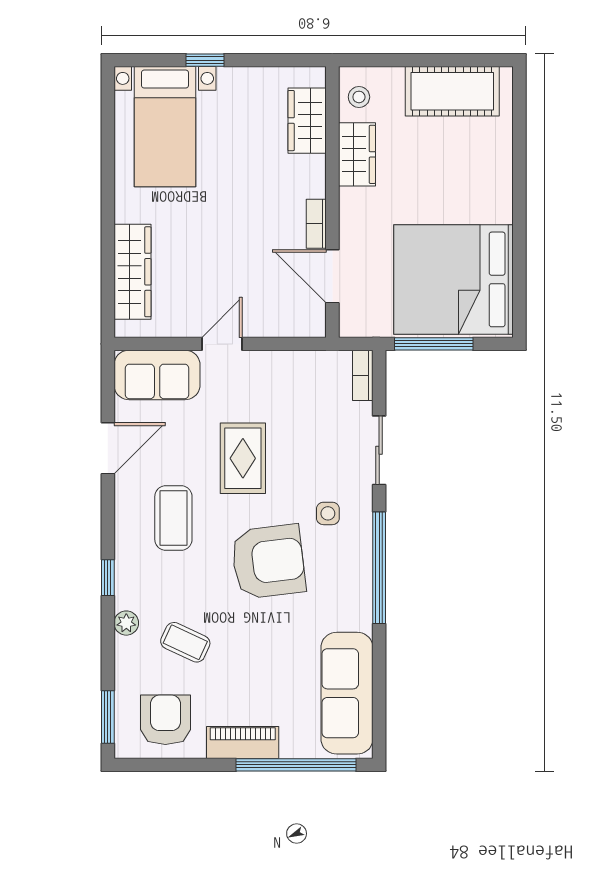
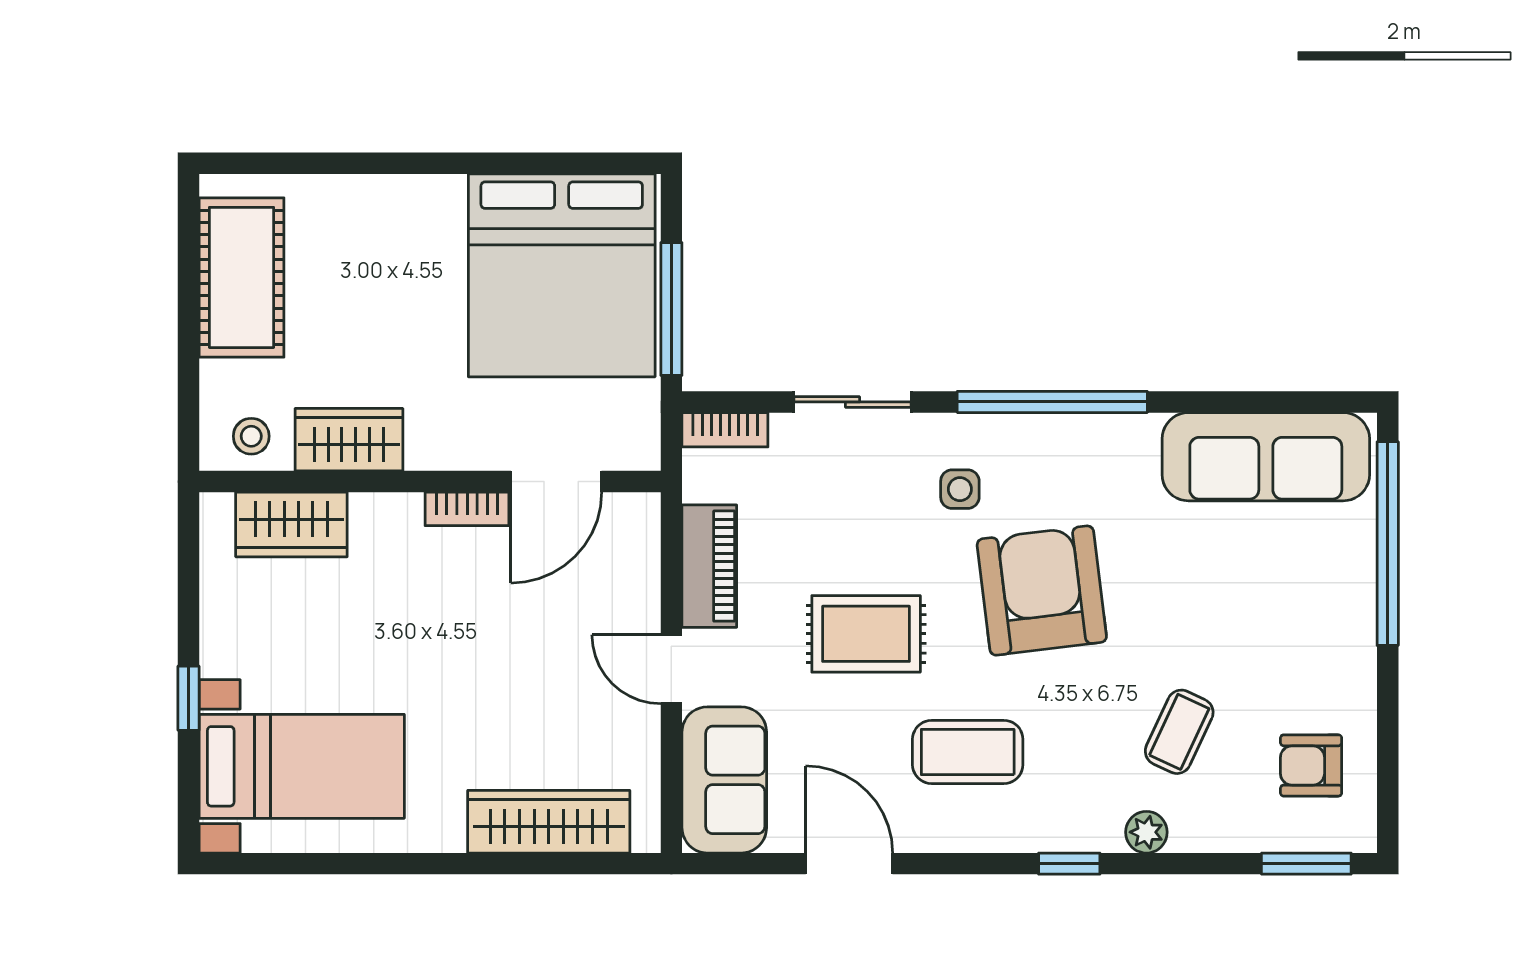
armchair: (165, 720) -> (1311, 765), width x0.72, depth x0.72
piano: (243, 743) -> (709, 566), moved, turned 180

